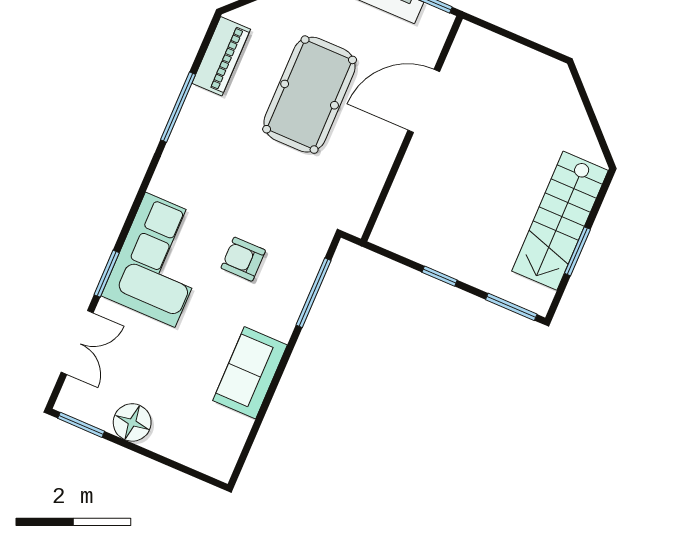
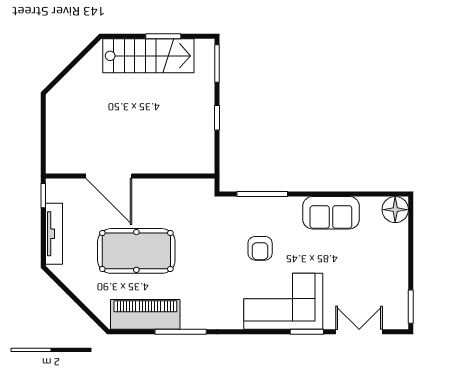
piano: (221, 56) -> (145, 314), width x1.37, depth x1.33
floor lamp: (132, 422) -> (395, 210), moved

